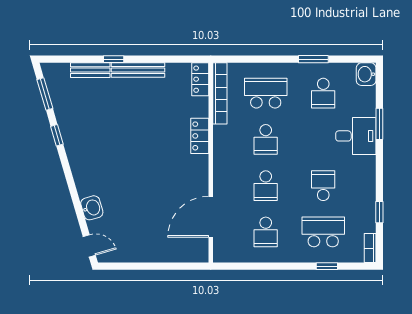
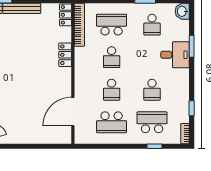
school desk: (323, 186) -> (152, 90), turned 180
school desk: (266, 232) -> (112, 122), width x1.85

